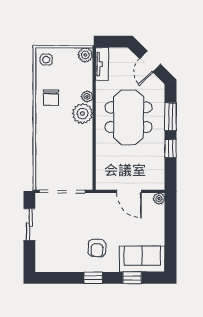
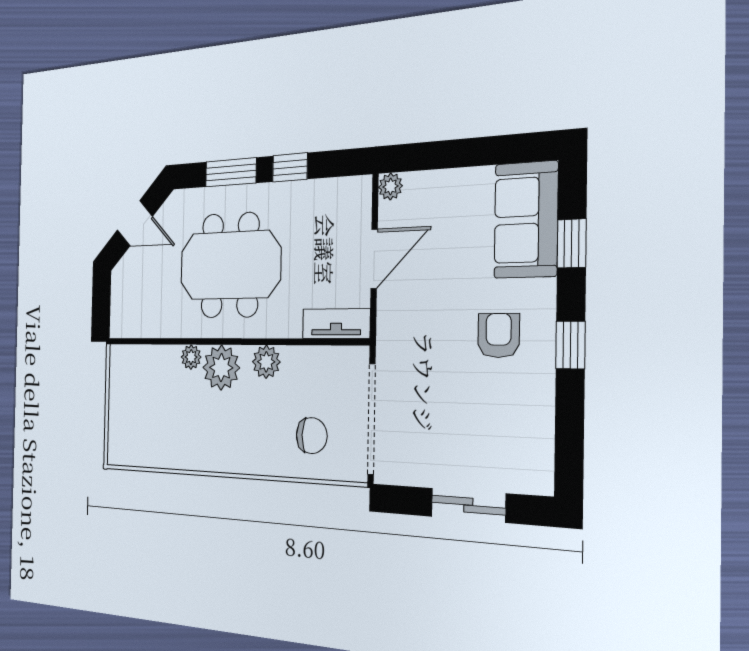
plant: (85, 55) -> (266, 362), moved
side table: (46, 60) -> (127, 443), removed
tv unit: (102, 64) -> (336, 324), moved
chair: (51, 98) -> (312, 436), moved
sliding door: (29, 225) -> (468, 505), moved
armchair: (97, 248) -> (499, 336), turned -90

